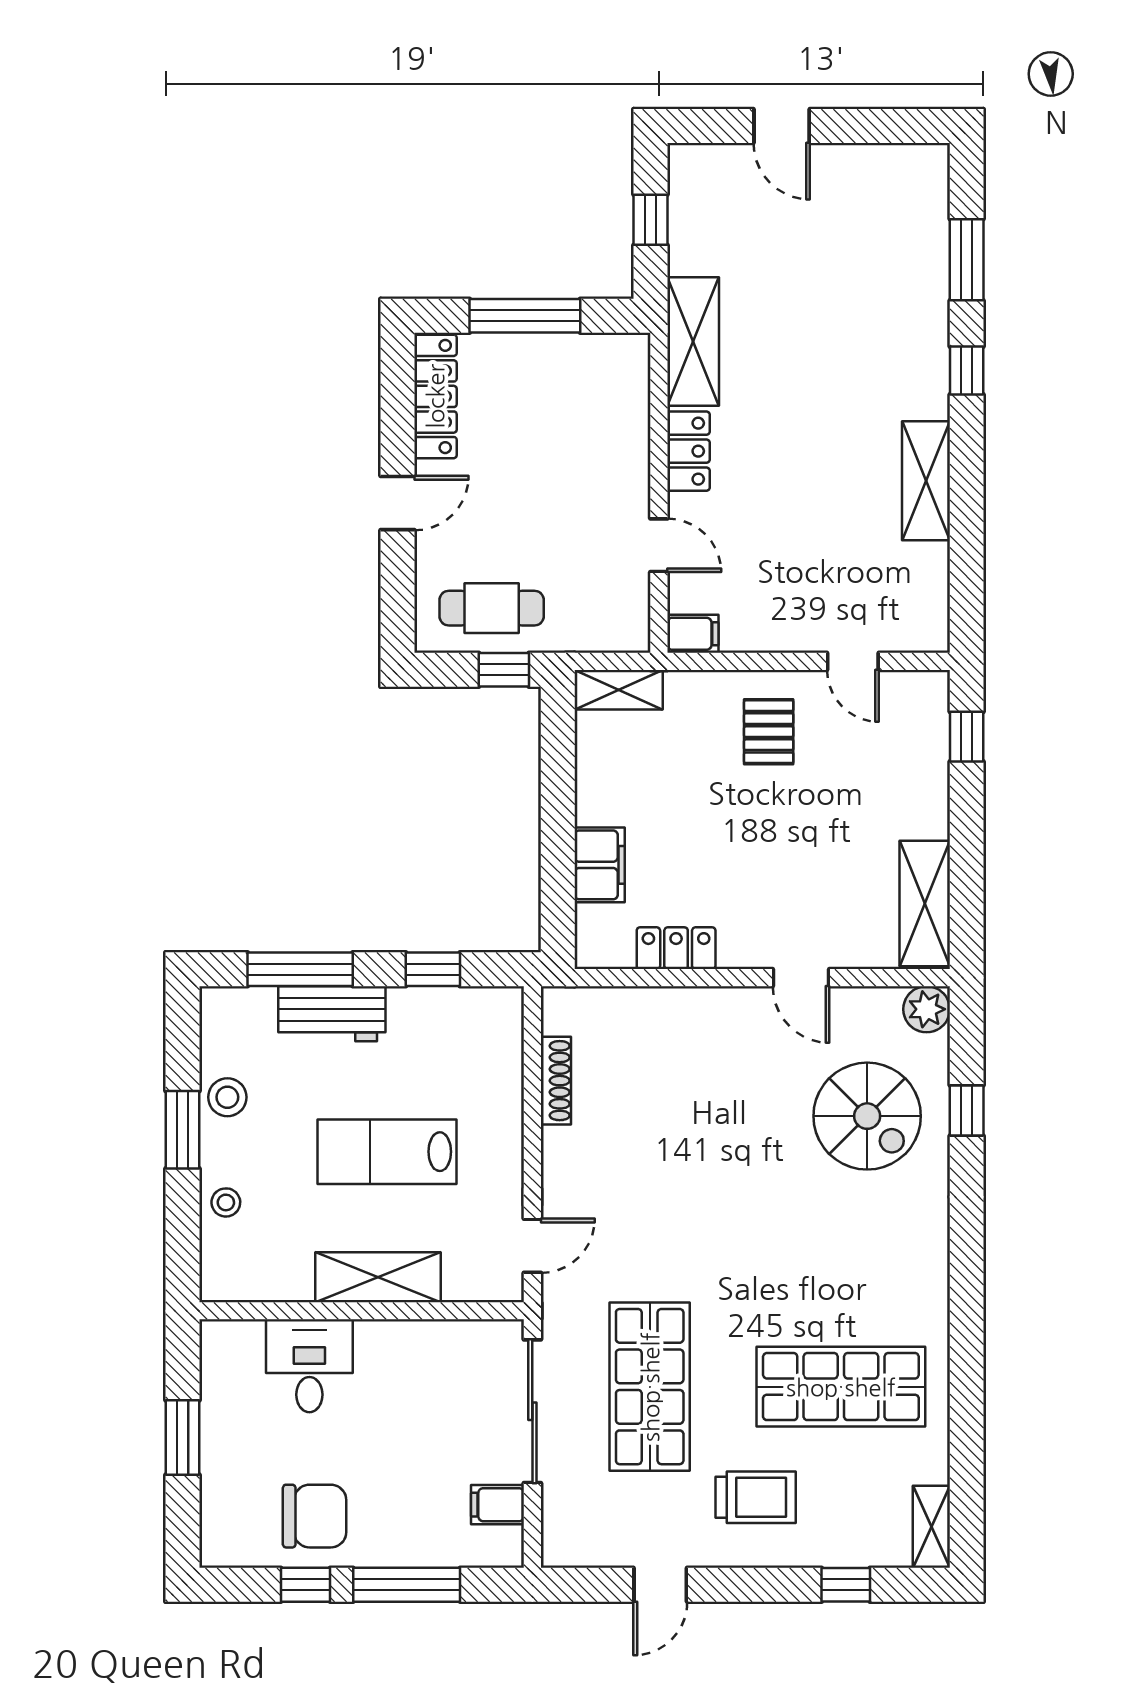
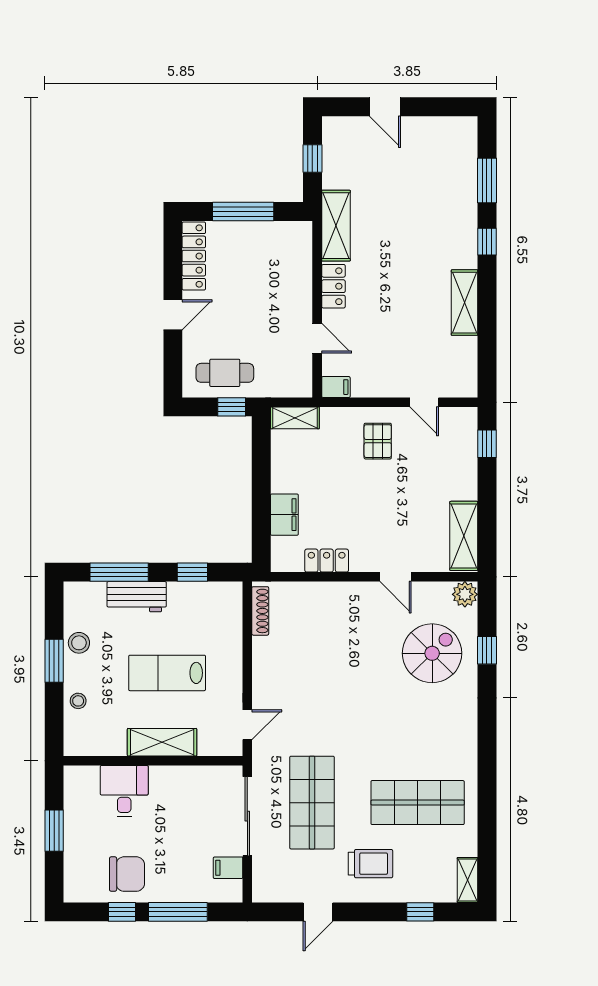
shoe rack: (556, 1081) -> (260, 611), moved
spiral stairs: (867, 1116) -> (432, 653), turned -90

